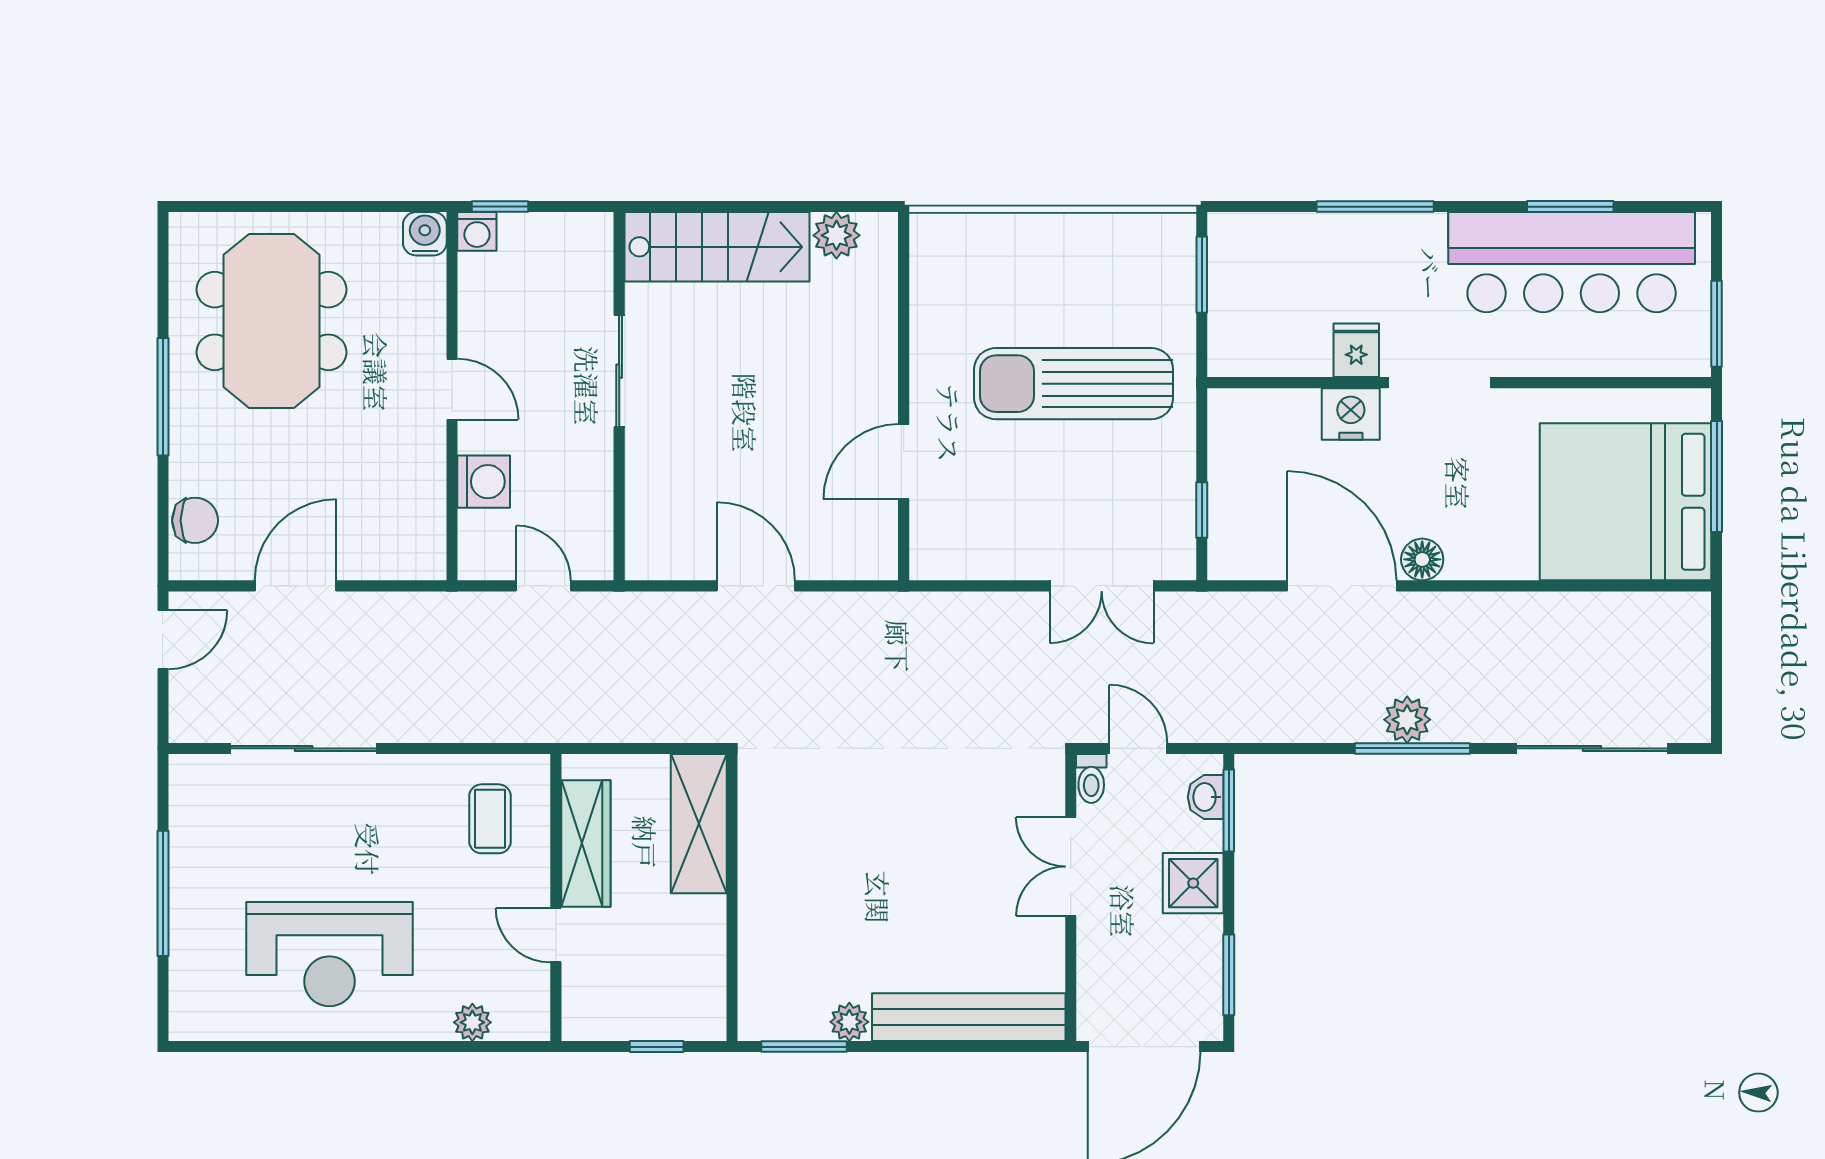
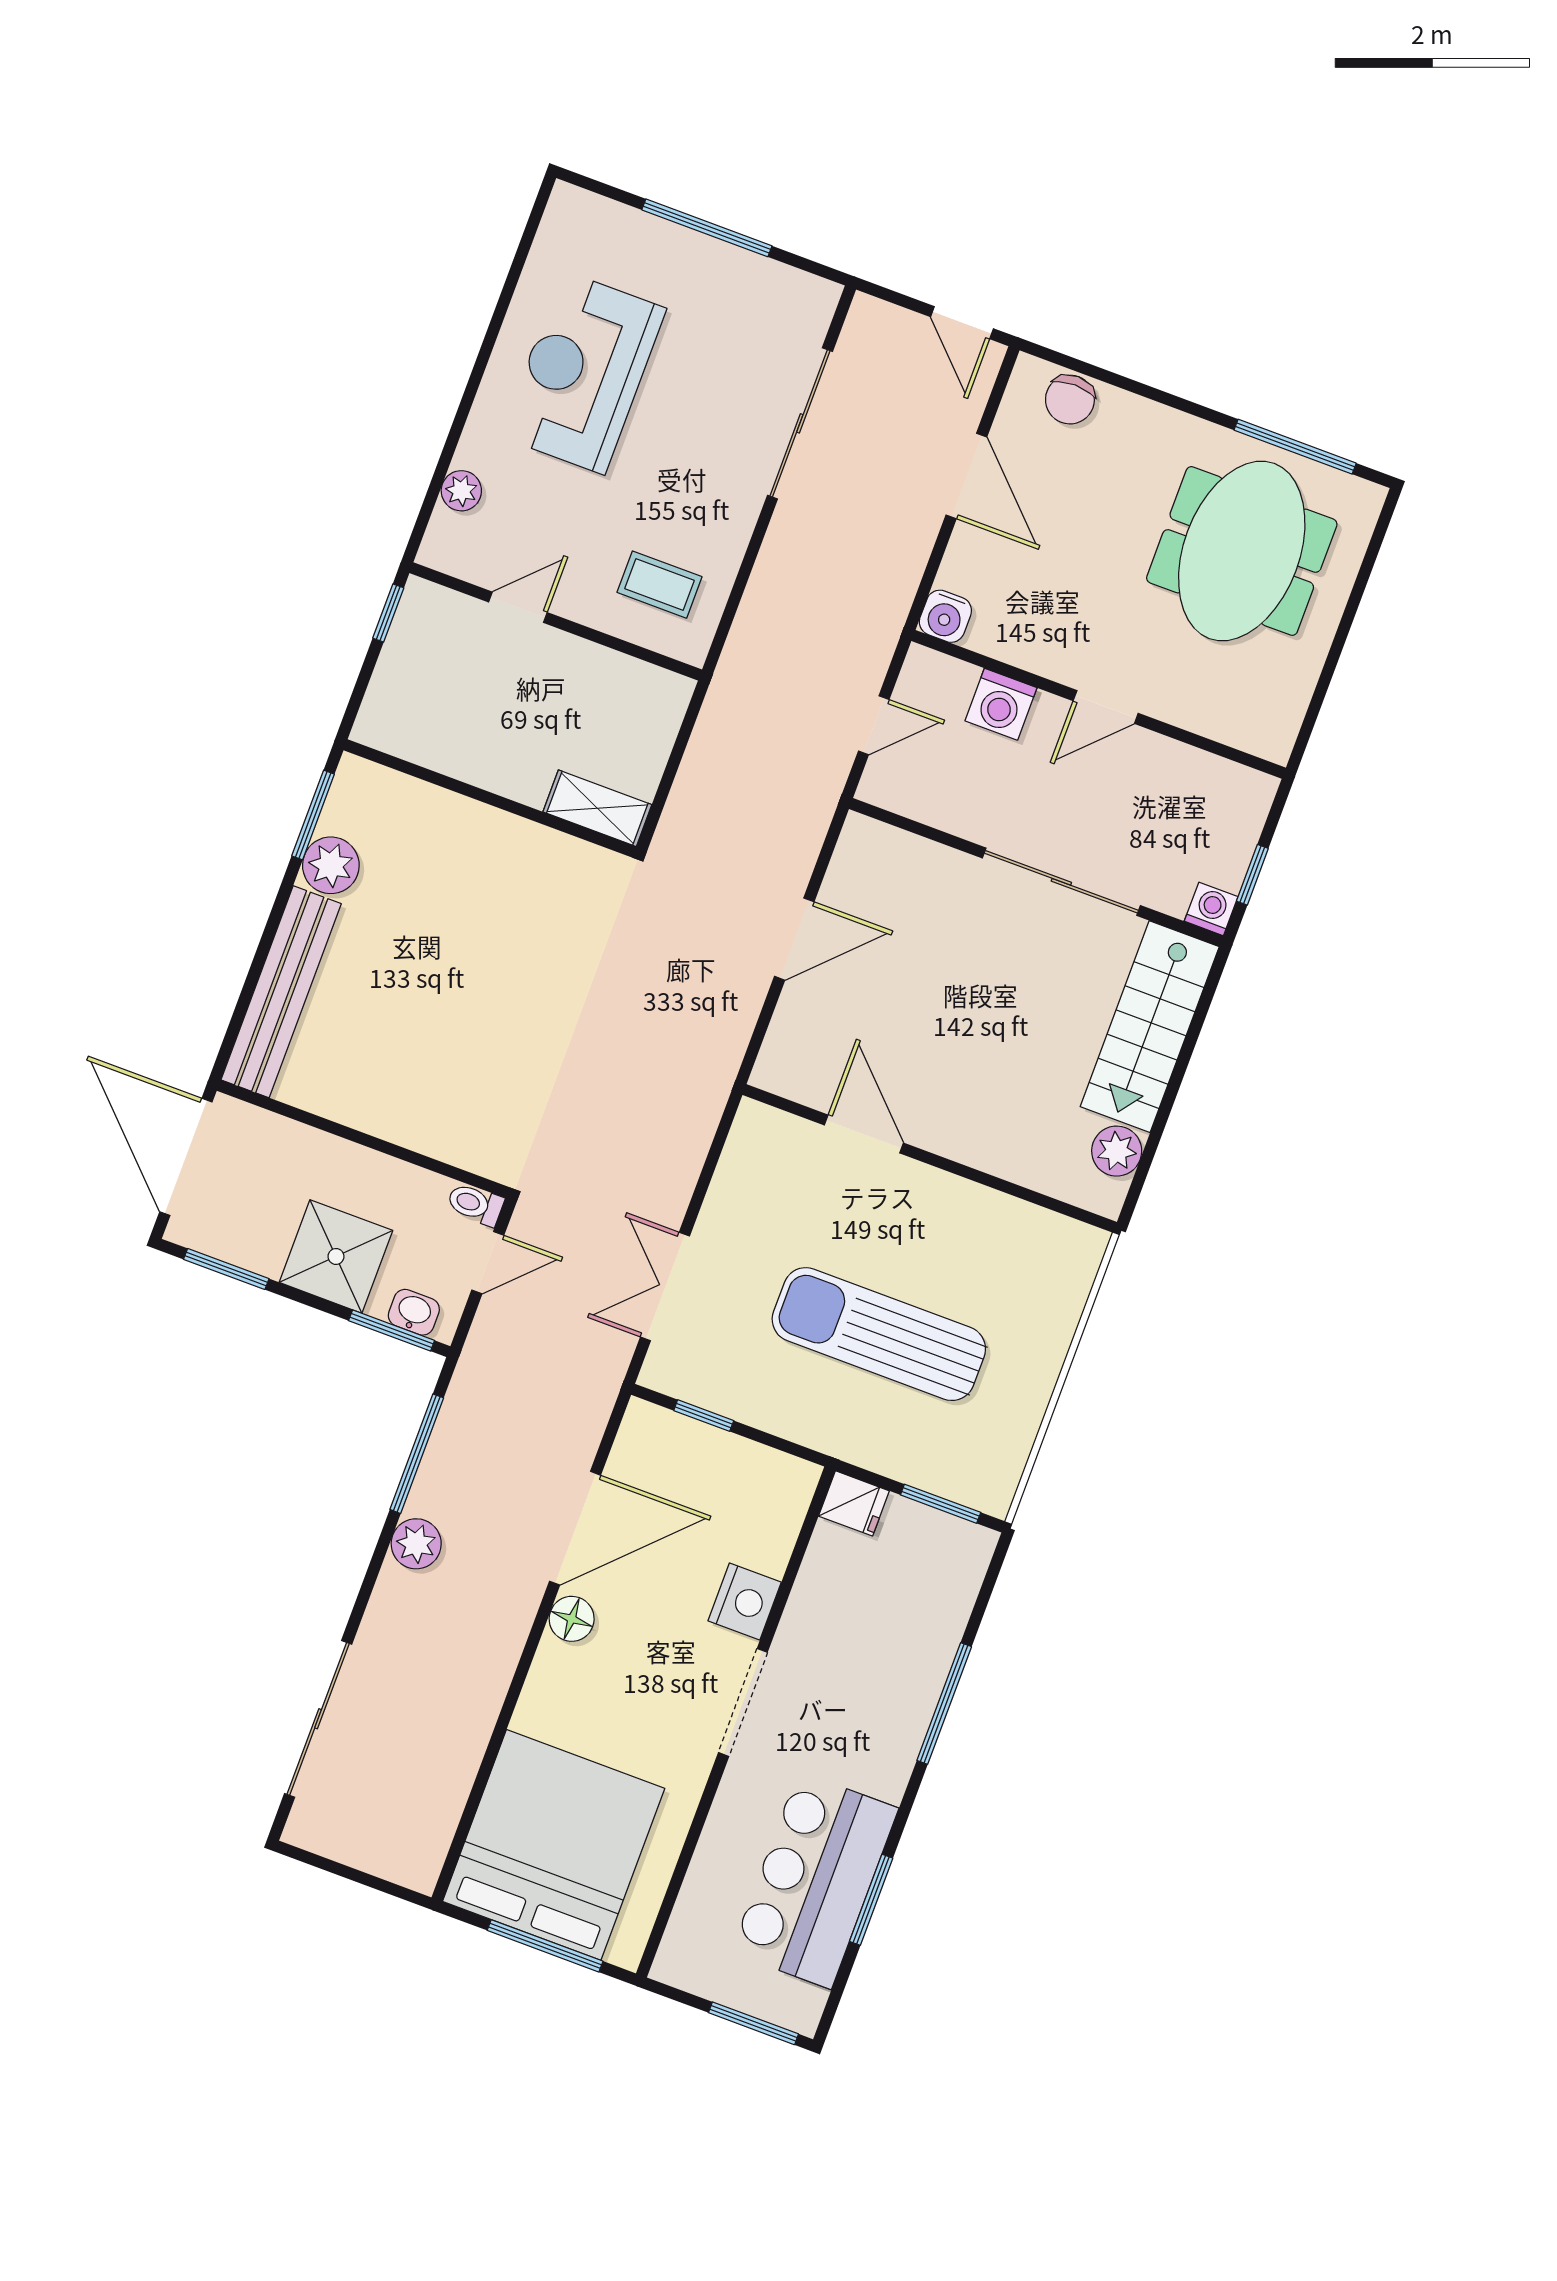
window: (500, 207) -> (1252, 875), moved
washing machine: (477, 231) -> (1211, 909), moved, turned 90
water cooler: (425, 234) -> (945, 616), moved, turned 90
bar counter: (1572, 262) -> (815, 1880), width x0.73
meeting table: (271, 321) -> (1242, 551), turned 90
window: (1717, 324) -> (753, 2023), moved
fridge: (1356, 350) -> (854, 1503), moved
sliding door: (619, 371) -> (1061, 882), width x1.37
sun lounger: (1074, 384) -> (879, 1334), turned -90
window: (163, 397) -> (1295, 447), moved
window: (1412, 748) -> (417, 1454), moved
shelving: (699, 824) -> (597, 808), width x0.67, depth x0.75
wardrobe: (586, 844) -> (599, 672), removed
double door: (1071, 867) -> (394, 1151), removed
shower: (1193, 883) -> (336, 1256), width x1.36, depth x1.36
plant: (849, 1022) -> (331, 865), width x1.38, depth x1.38
window: (657, 1047) -> (388, 613), moved

